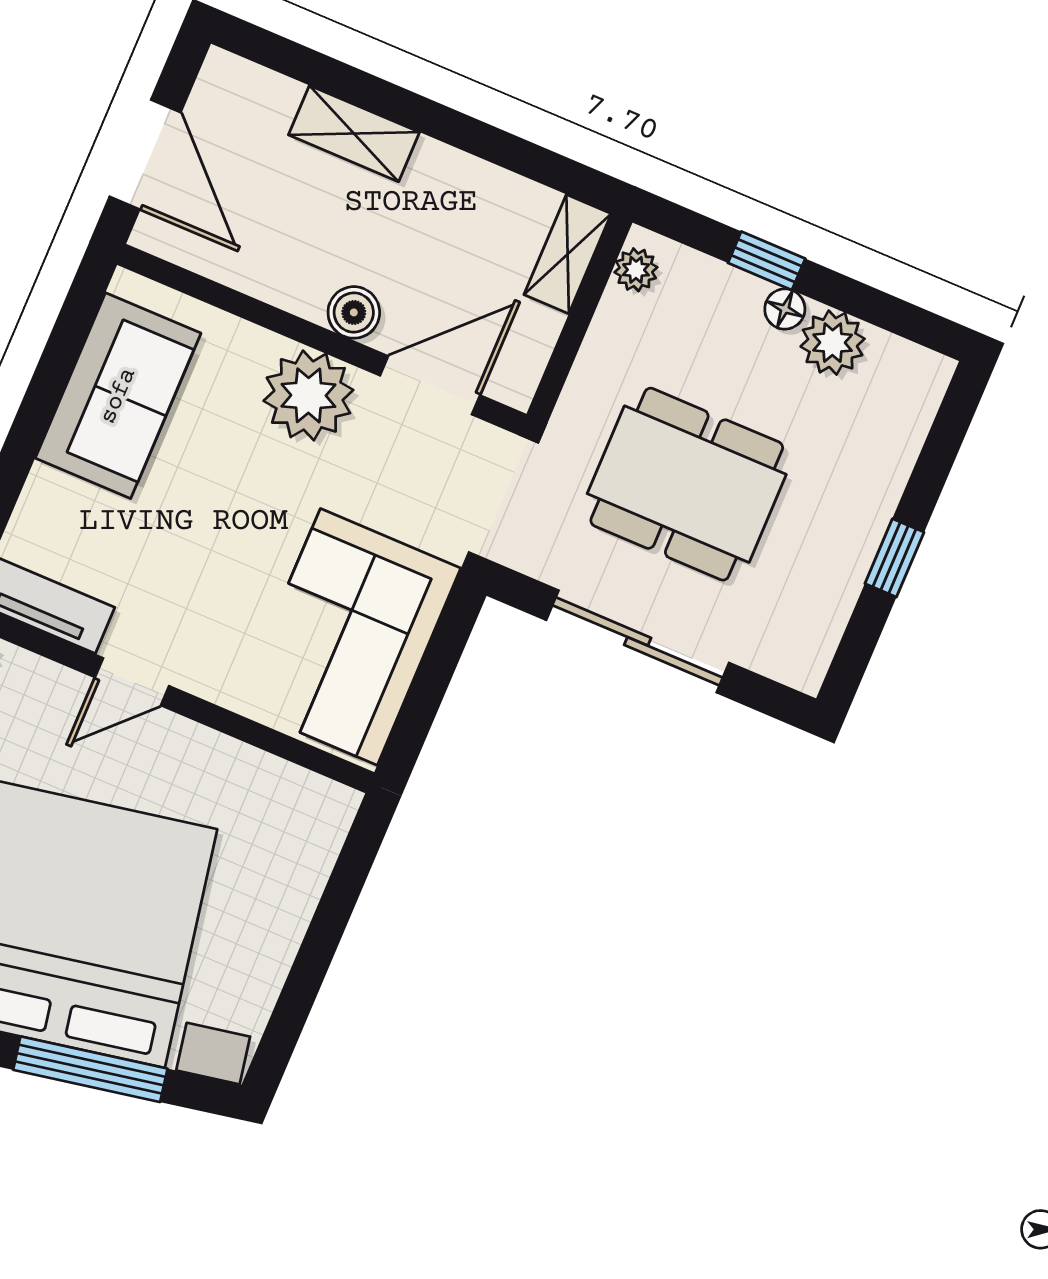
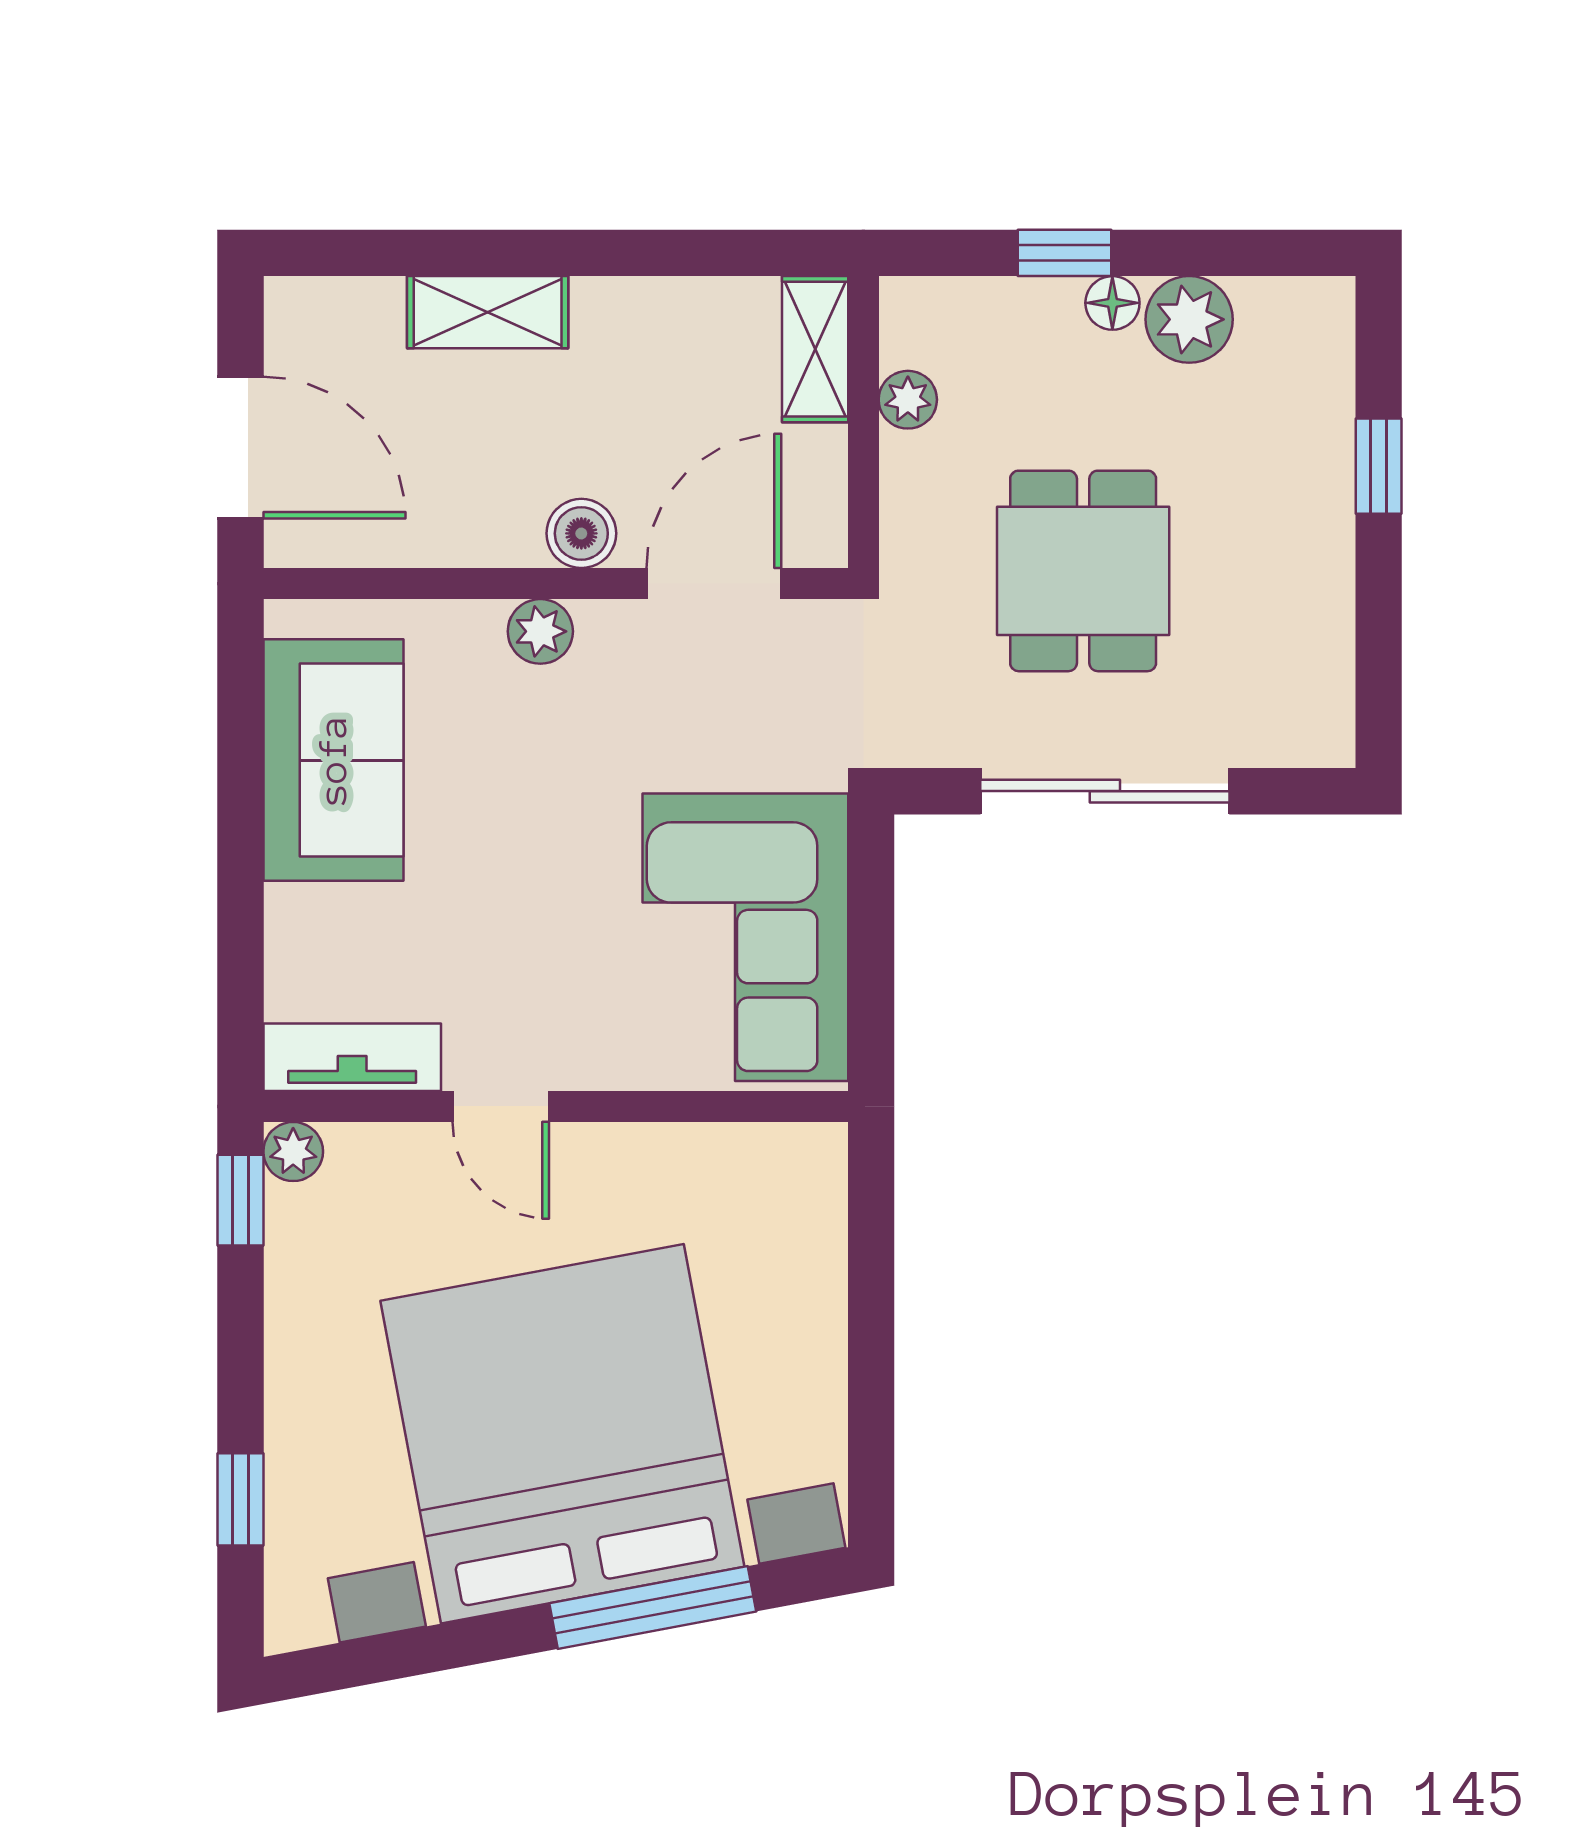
plant: (636, 270) -> (908, 400), moved
plant: (308, 395) -> (540, 631), width x0.53, depth x0.53
dining table: (687, 484) -> (1083, 571), width x0.73
window: (894, 558) -> (1379, 466), moved
door: (132, 682) -> (501, 1106), hinge flipped

